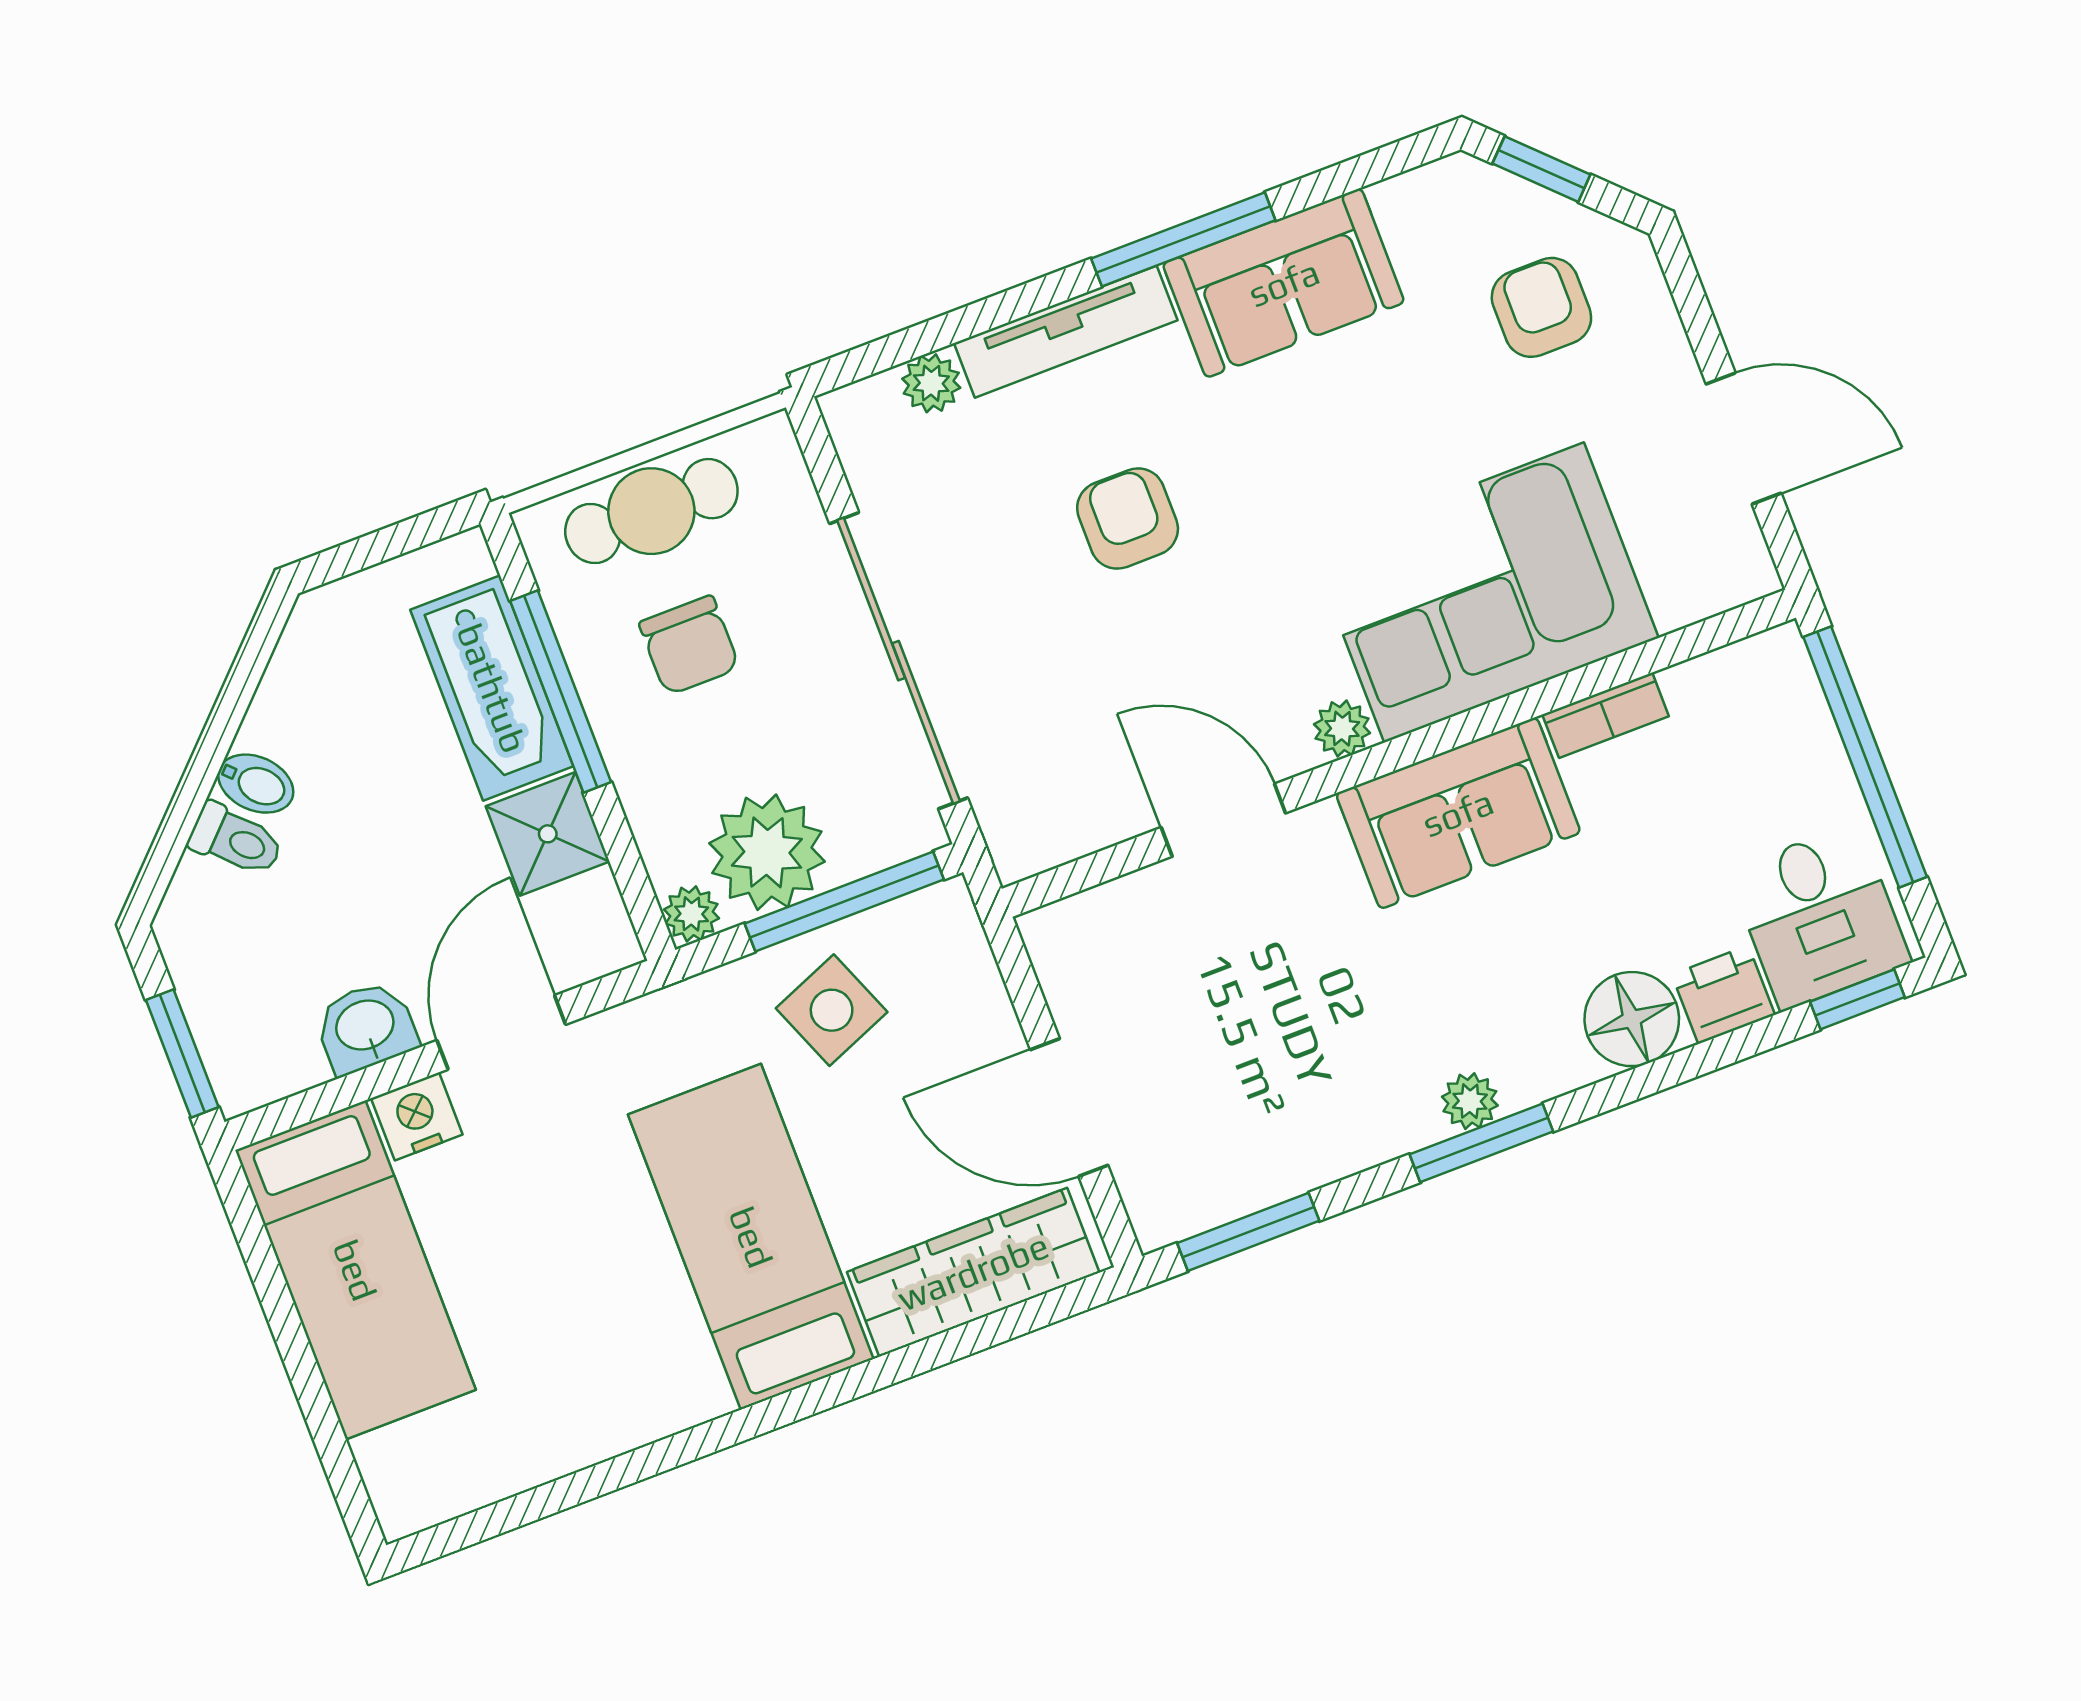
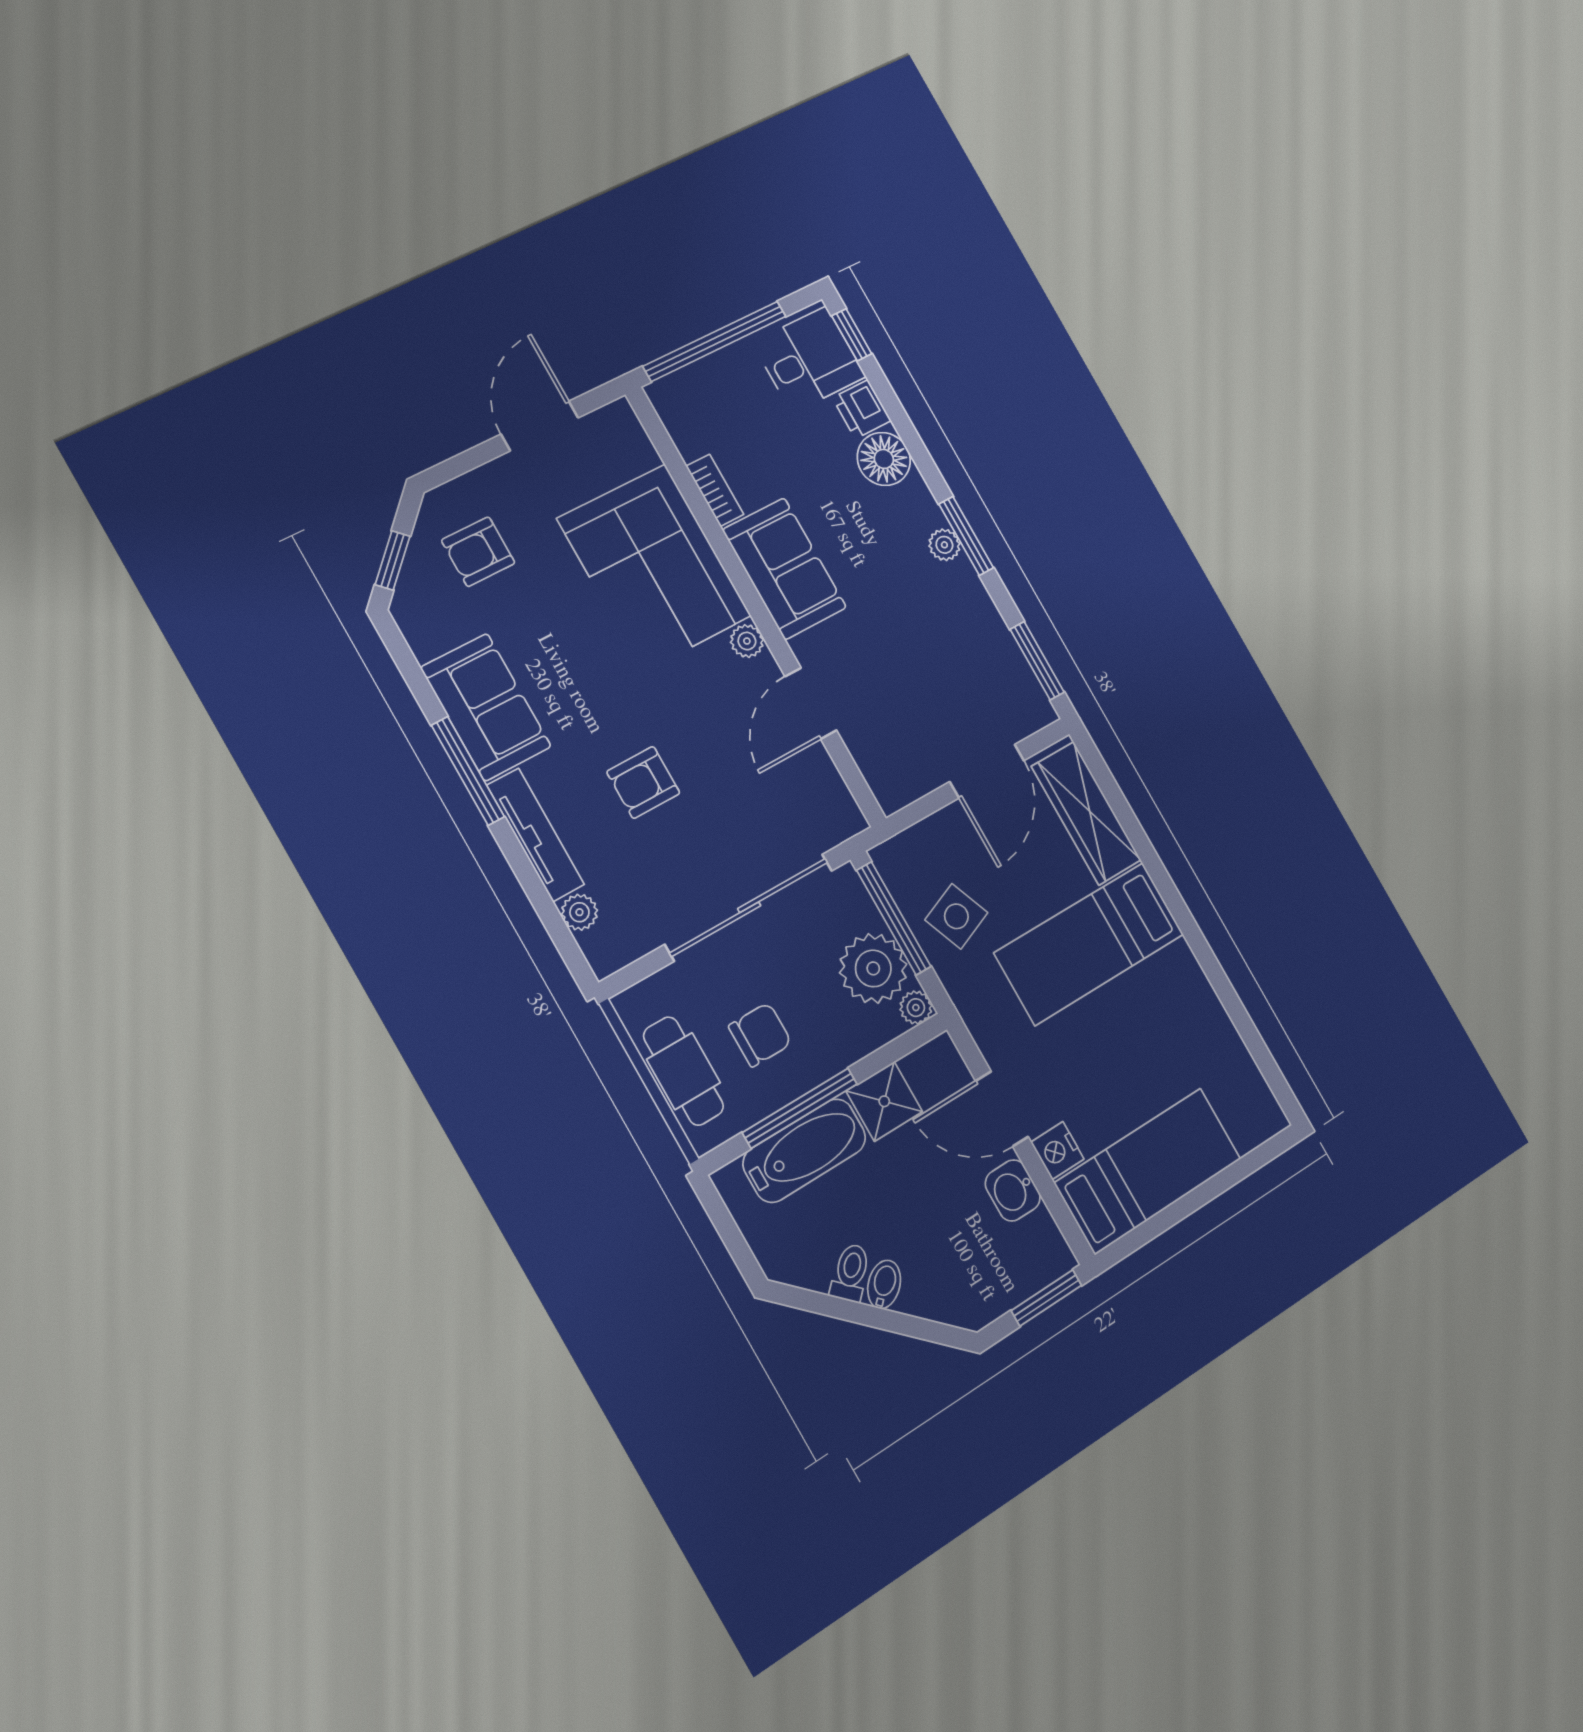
toilet: (236, 840) -> (850, 1273), moved

